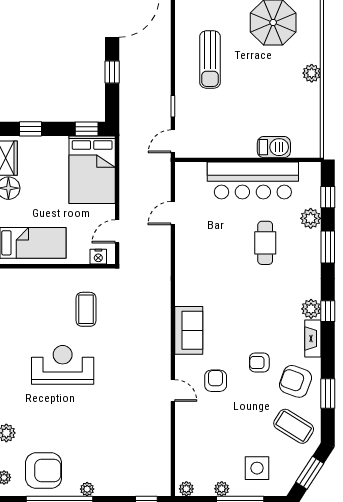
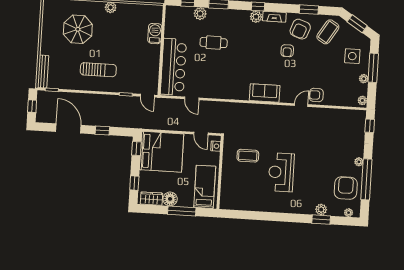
bed: (92, 170) -> (162, 152), width x1.36
bar counter: (253, 181) -> (173, 67), moved
armchair: (216, 381) -> (316, 95), moved

